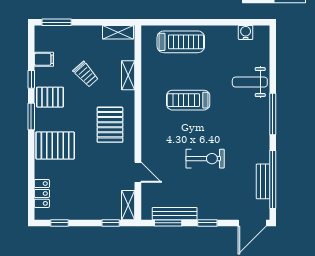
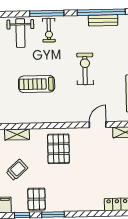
treadmill: (188, 100) -> (37, 84), turned 90
exercise bike: (253, 116) -> (49, 30), added
pallet: (110, 125) -> (58, 149), turned 90
pallet: (55, 145) -> (77, 194), removed

